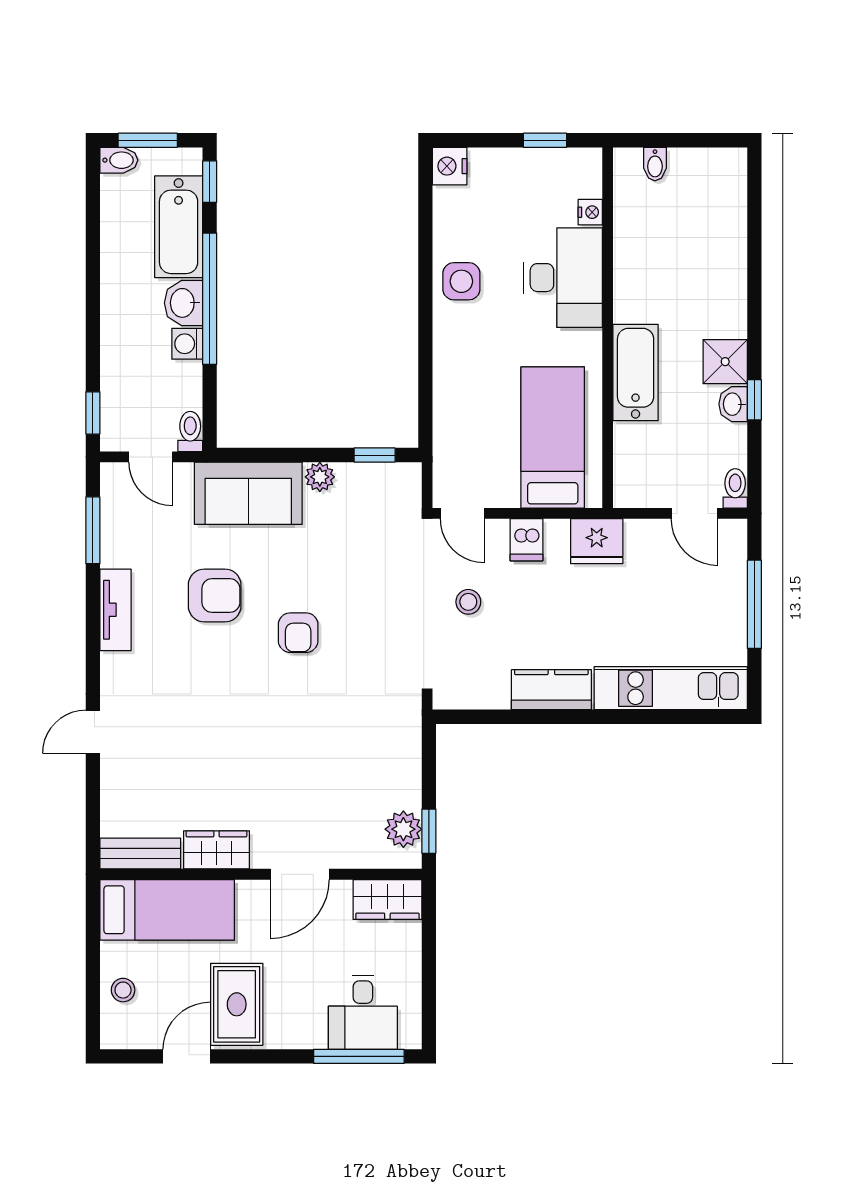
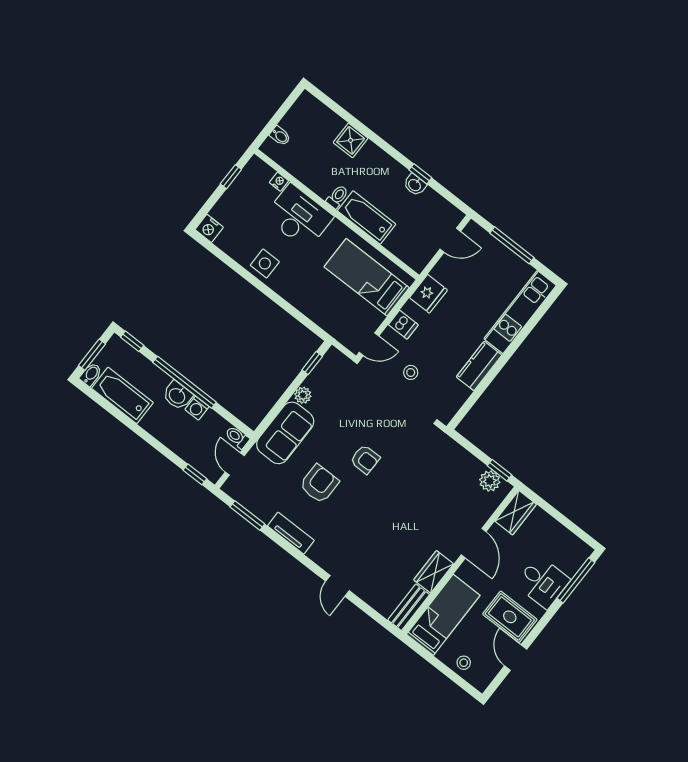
bathtub: (179, 227) -> (122, 395), moved, turned 180
shower: (725, 362) -> (351, 140), moved
door: (151, 457) -> (235, 464), swing flipped
toilet: (735, 488) -> (337, 197), moved, turned 90
desk: (363, 1012) -> (543, 582), moved

